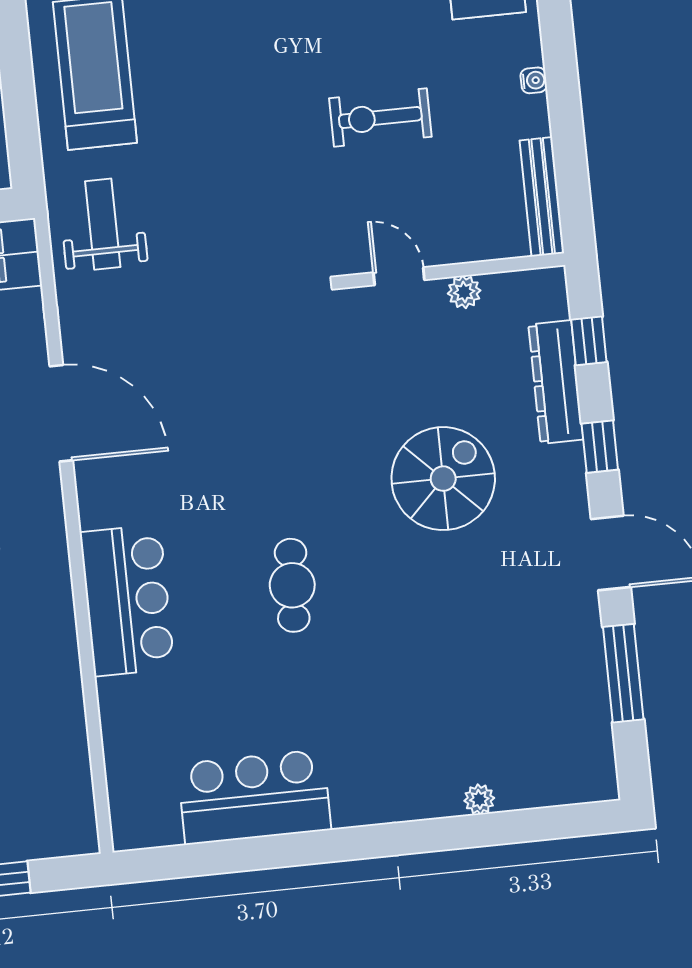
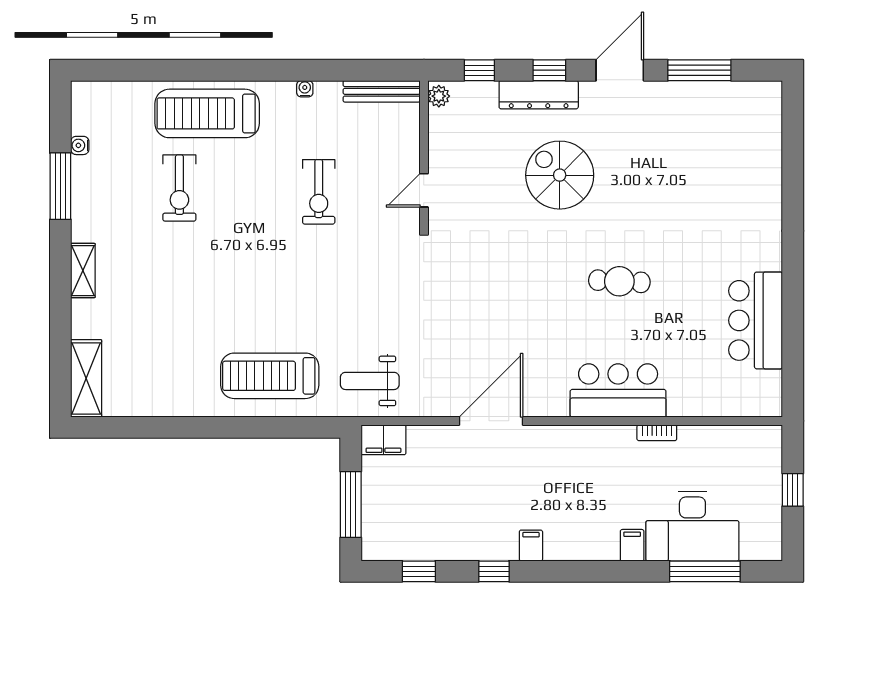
plant: (464, 292) -> (439, 96), moved
dresser: (556, 382) -> (539, 95), moved
bookcase: (69, 665) -> (657, 433), added
plant: (479, 799) -> (772, 173), removed

